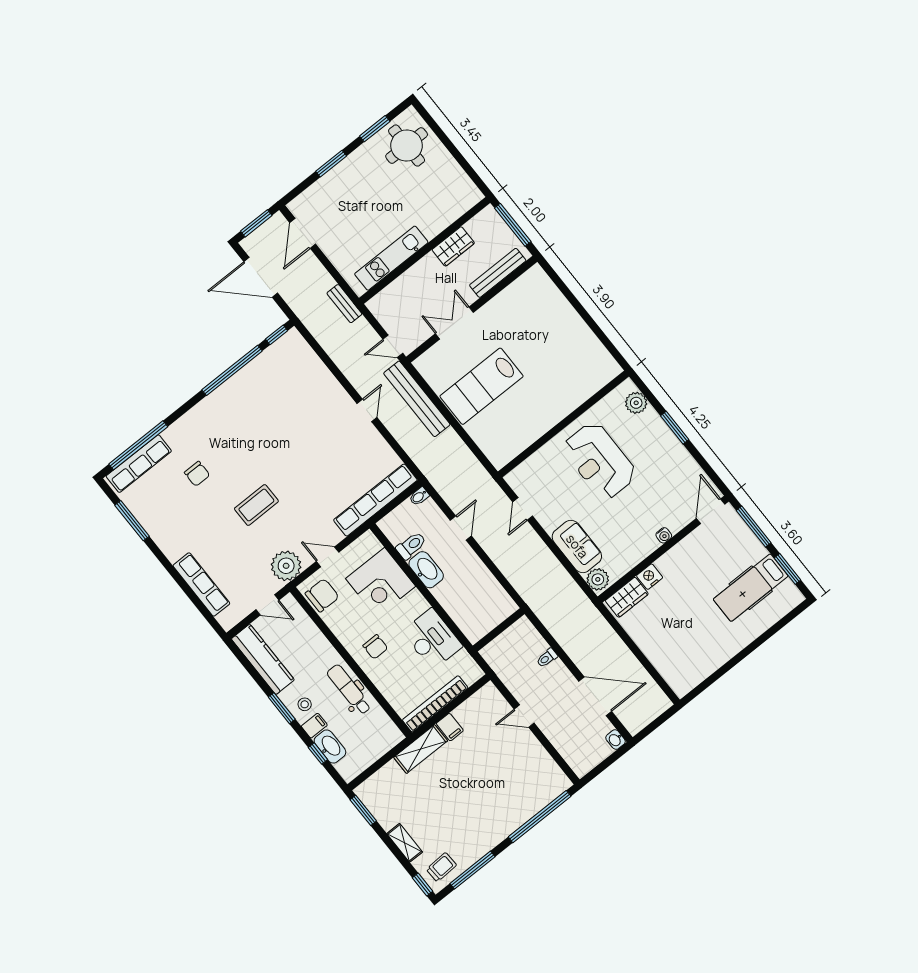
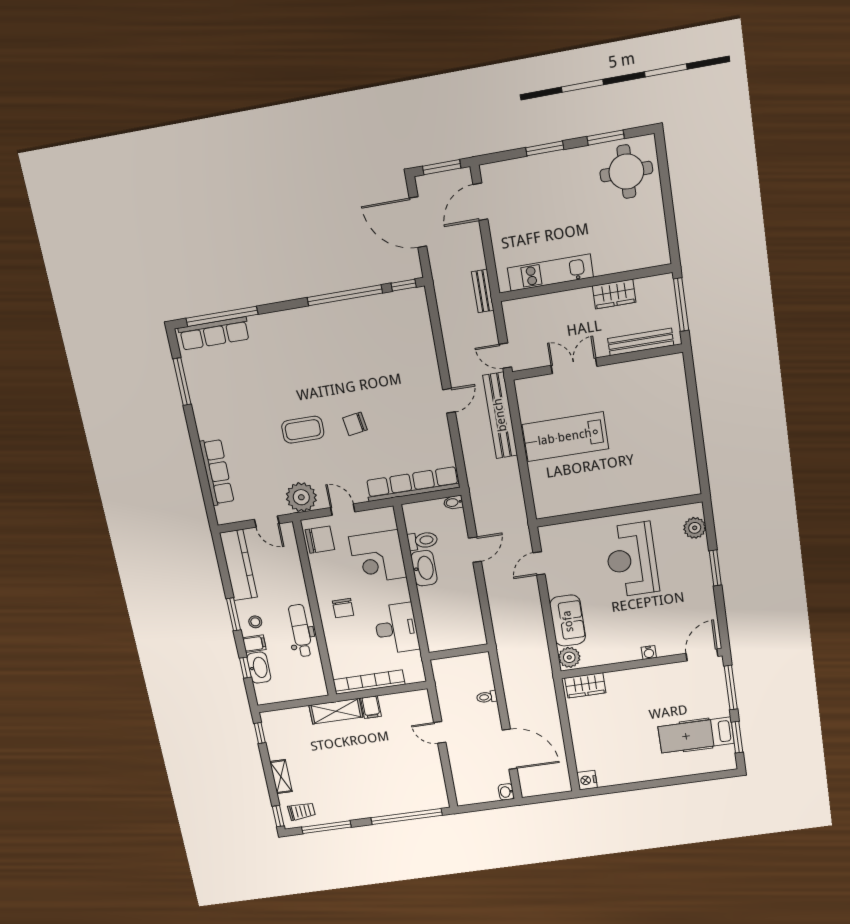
chair: (197, 474) -> (355, 424), moved, turned 81
nightstand: (650, 577) -> (587, 780), moved, turned -90
window: (363, 810) -> (260, 733), width x0.67

